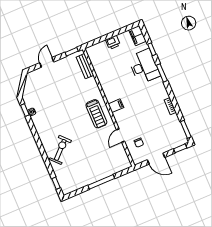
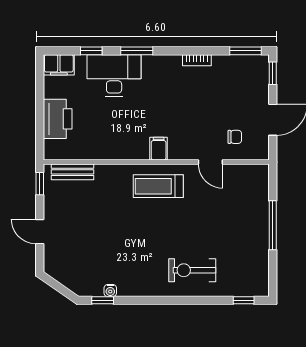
printer: (113, 42) -> (58, 119), width x1.87, depth x1.48
treadmill: (96, 114) -> (158, 186), turned 180
exercise bike: (60, 150) -> (192, 270), turned -46

